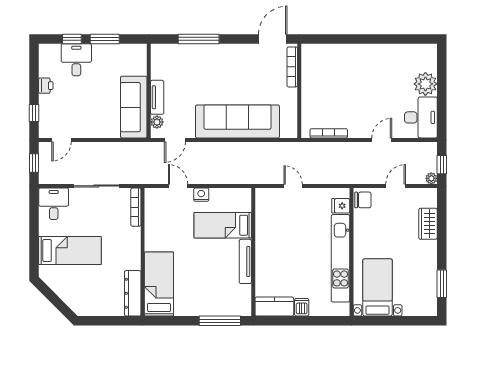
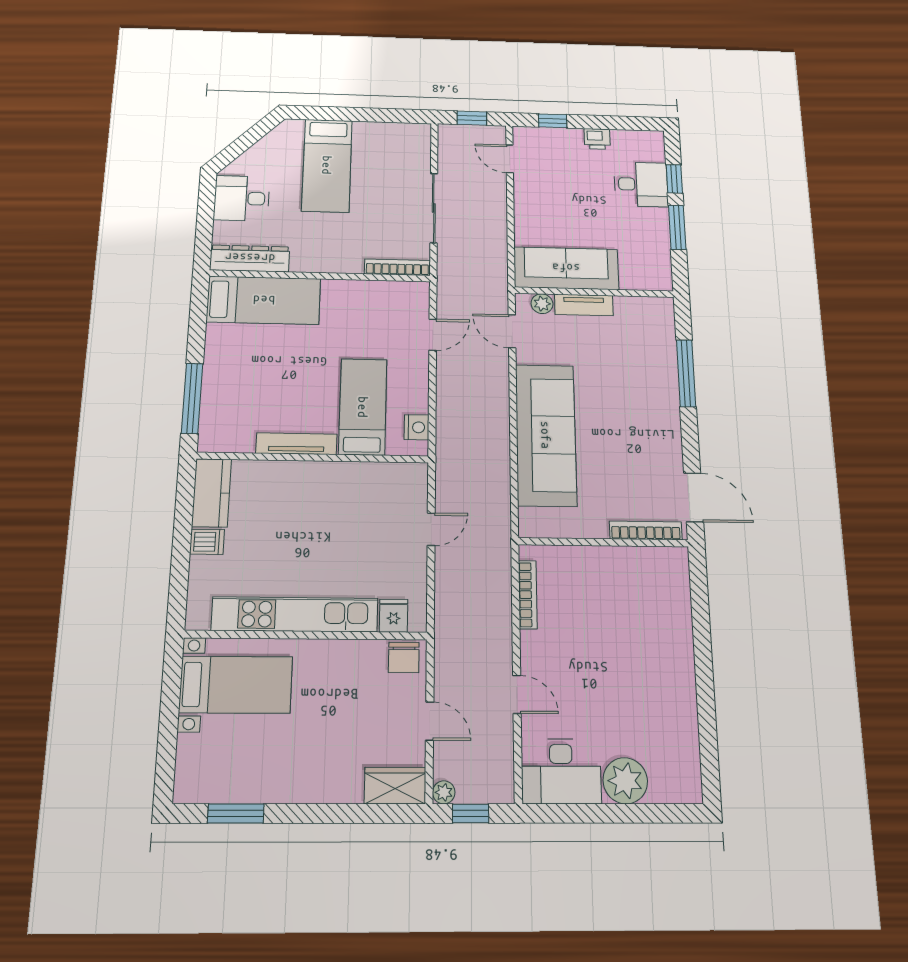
nightstand: (201, 195) -> (417, 427), moved
desk: (54, 204) -> (242, 198), moved, turned 180
wardrobe: (428, 224) -> (395, 786), moved

